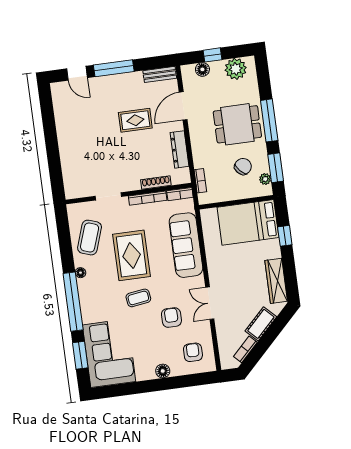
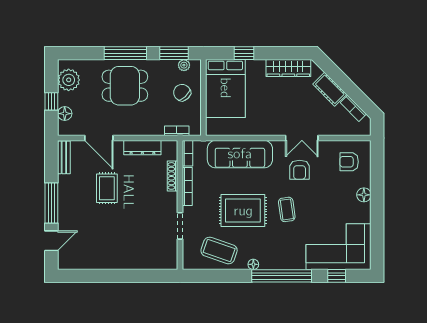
dining table: (237, 124) -> (125, 86), turned 90
chair: (243, 166) -> (182, 93), moved
armchair: (171, 318) -> (300, 170), moved, turned -90
window: (80, 355) -> (337, 276), width x0.67

